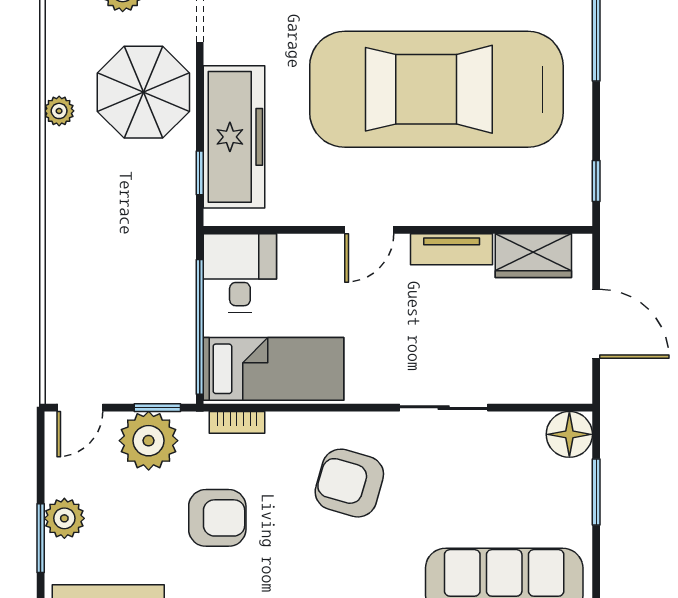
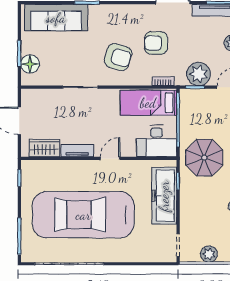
car: (436, 89) -> (83, 215), turned 180
parasol: (143, 92) -> (204, 158), moved
desk: (240, 273) -> (157, 141), width x1.37
floor lamp: (569, 434) -> (30, 64), moved
armchair: (217, 518) -> (156, 43), moved

